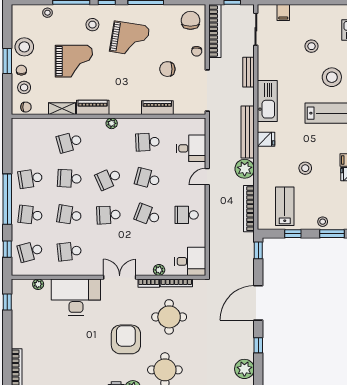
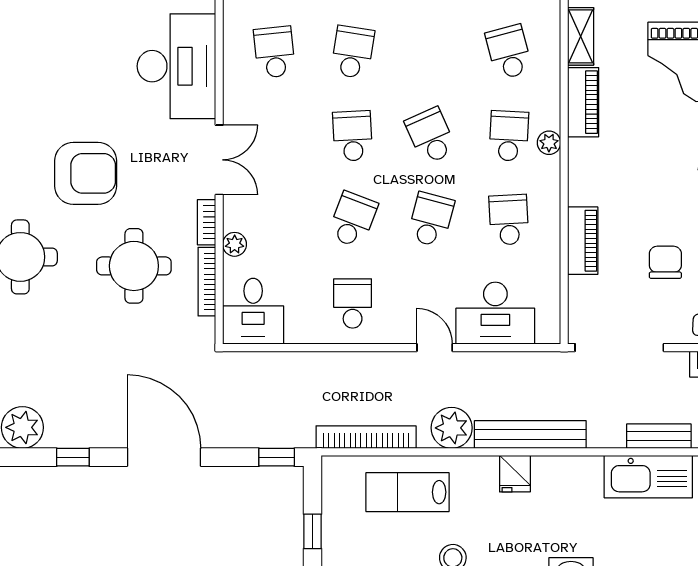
kitchen sink: (267, 101) -> (648, 477), moved
desk: (191, 148) -> (495, 313), width x1.37
school desk: (69, 178) -> (509, 136), moved
lab bench: (285, 206) -> (408, 492), moved, turned 180

